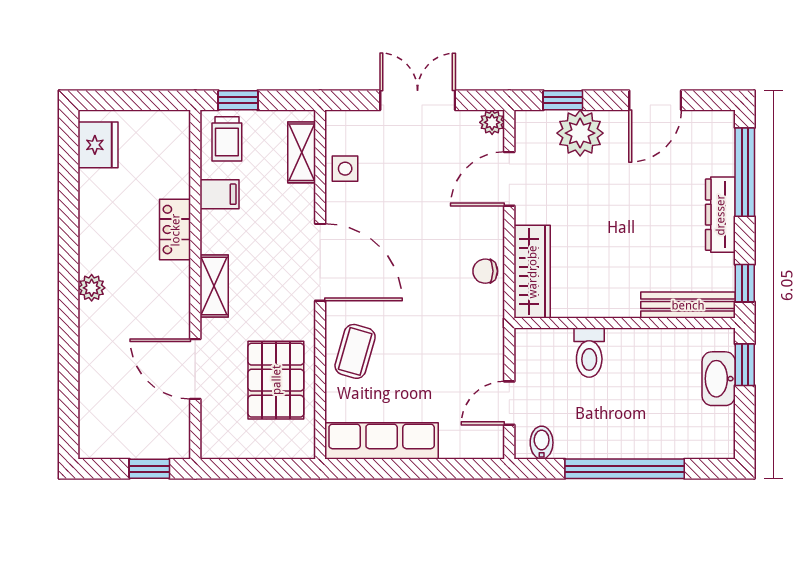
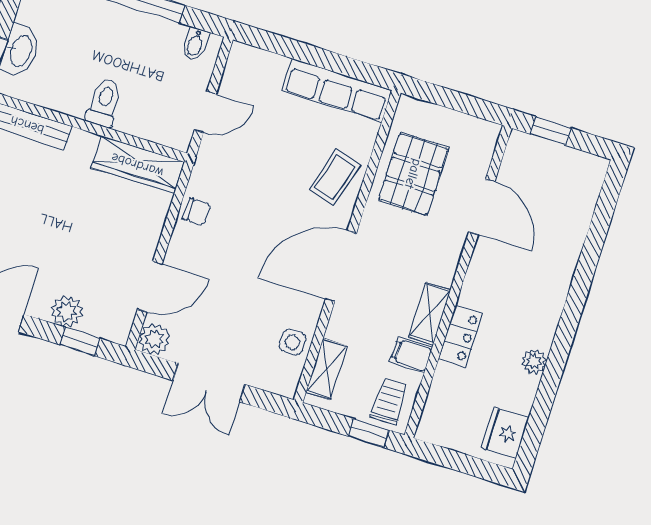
plant: (492, 122) -> (154, 339), width x1.38, depth x1.38
plant: (580, 133) -> (67, 311), width x0.73, depth x0.73
door: (320, 262) -> (341, 266), hinge flipped
wardrobe: (532, 272) -> (137, 165), moved, turned -90
shelving: (214, 286) -> (430, 314), moved
plant: (92, 288) -> (534, 362), moved
toilet: (589, 353) -> (104, 103), moved
door: (509, 403) -> (205, 112), moved

